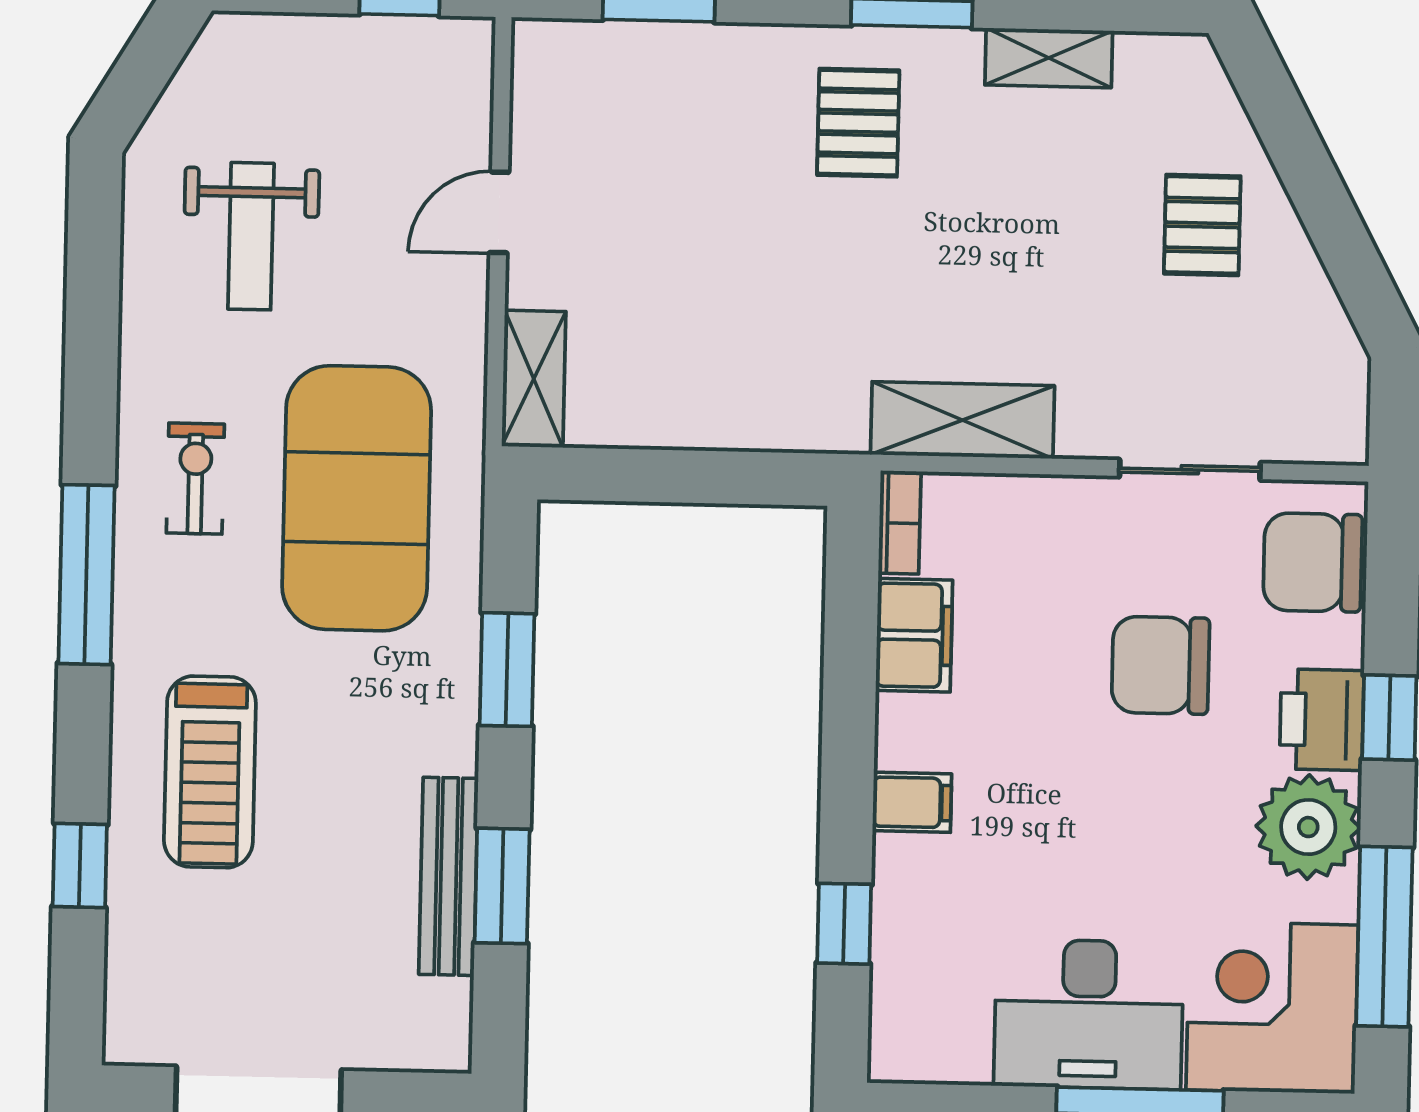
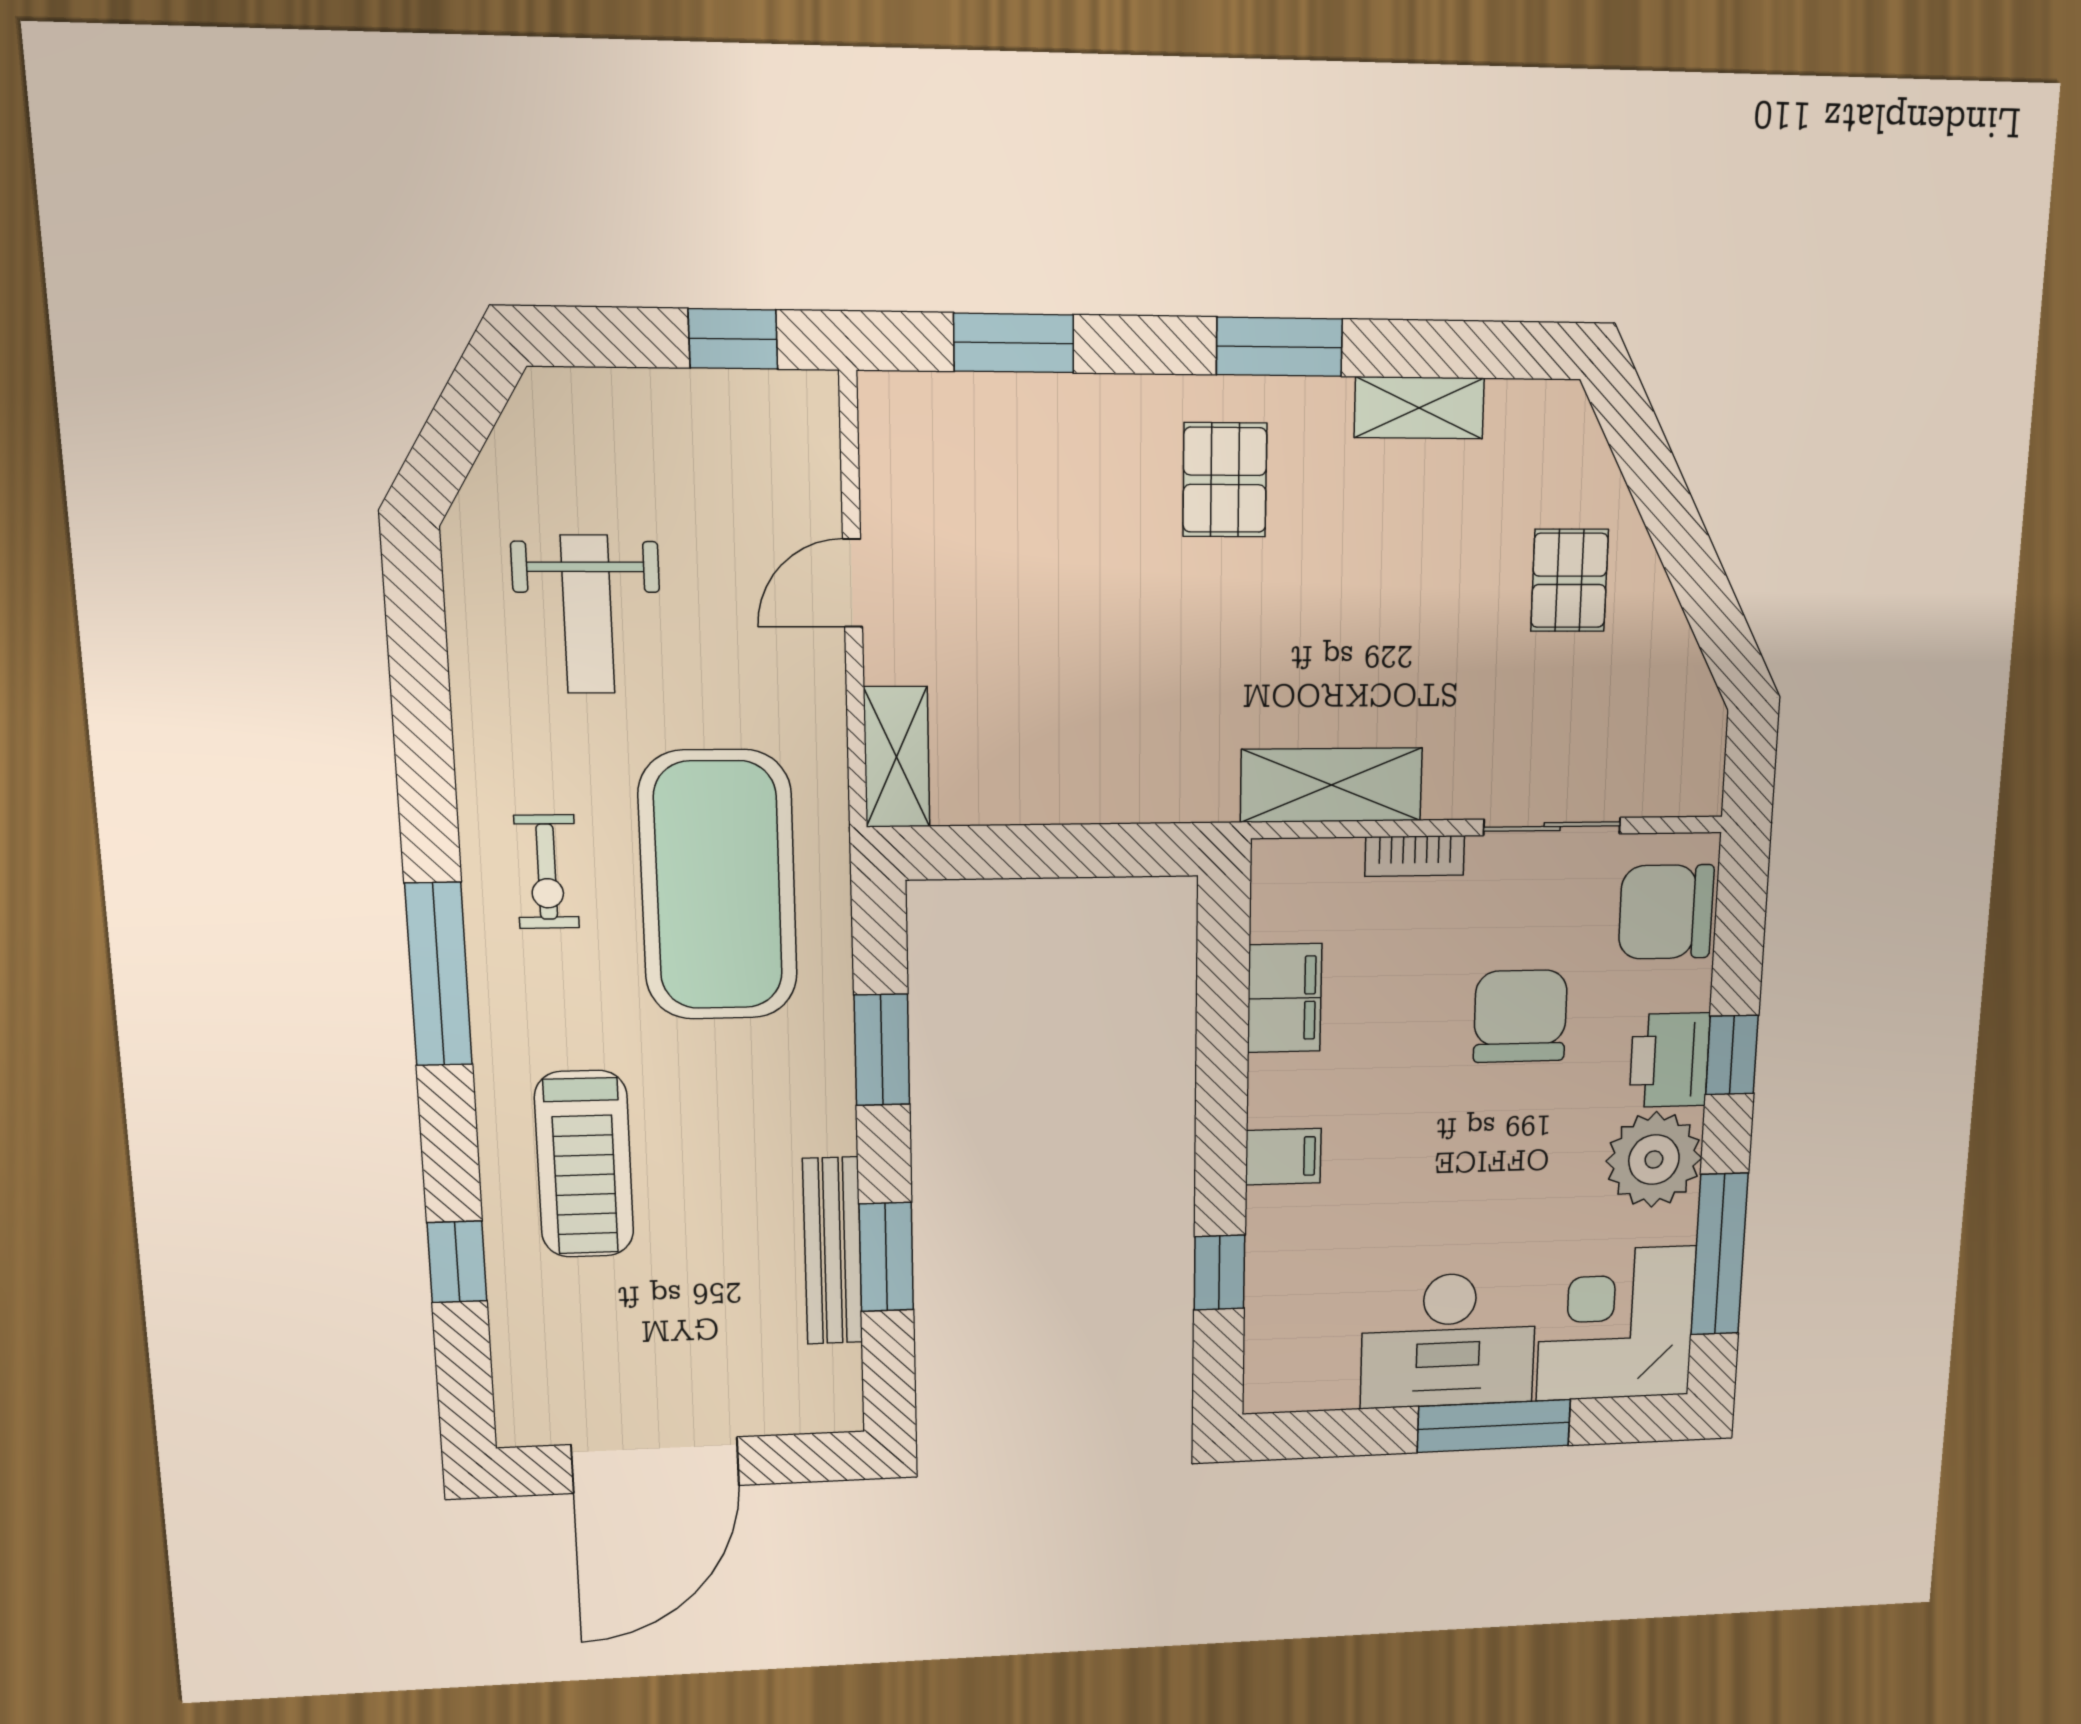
exercise bike: (195, 479) -> (547, 872), turned 180
bookcase: (900, 523) -> (1415, 856), moved, turned 90
chair: (1160, 665) -> (1520, 1016), turned 90

